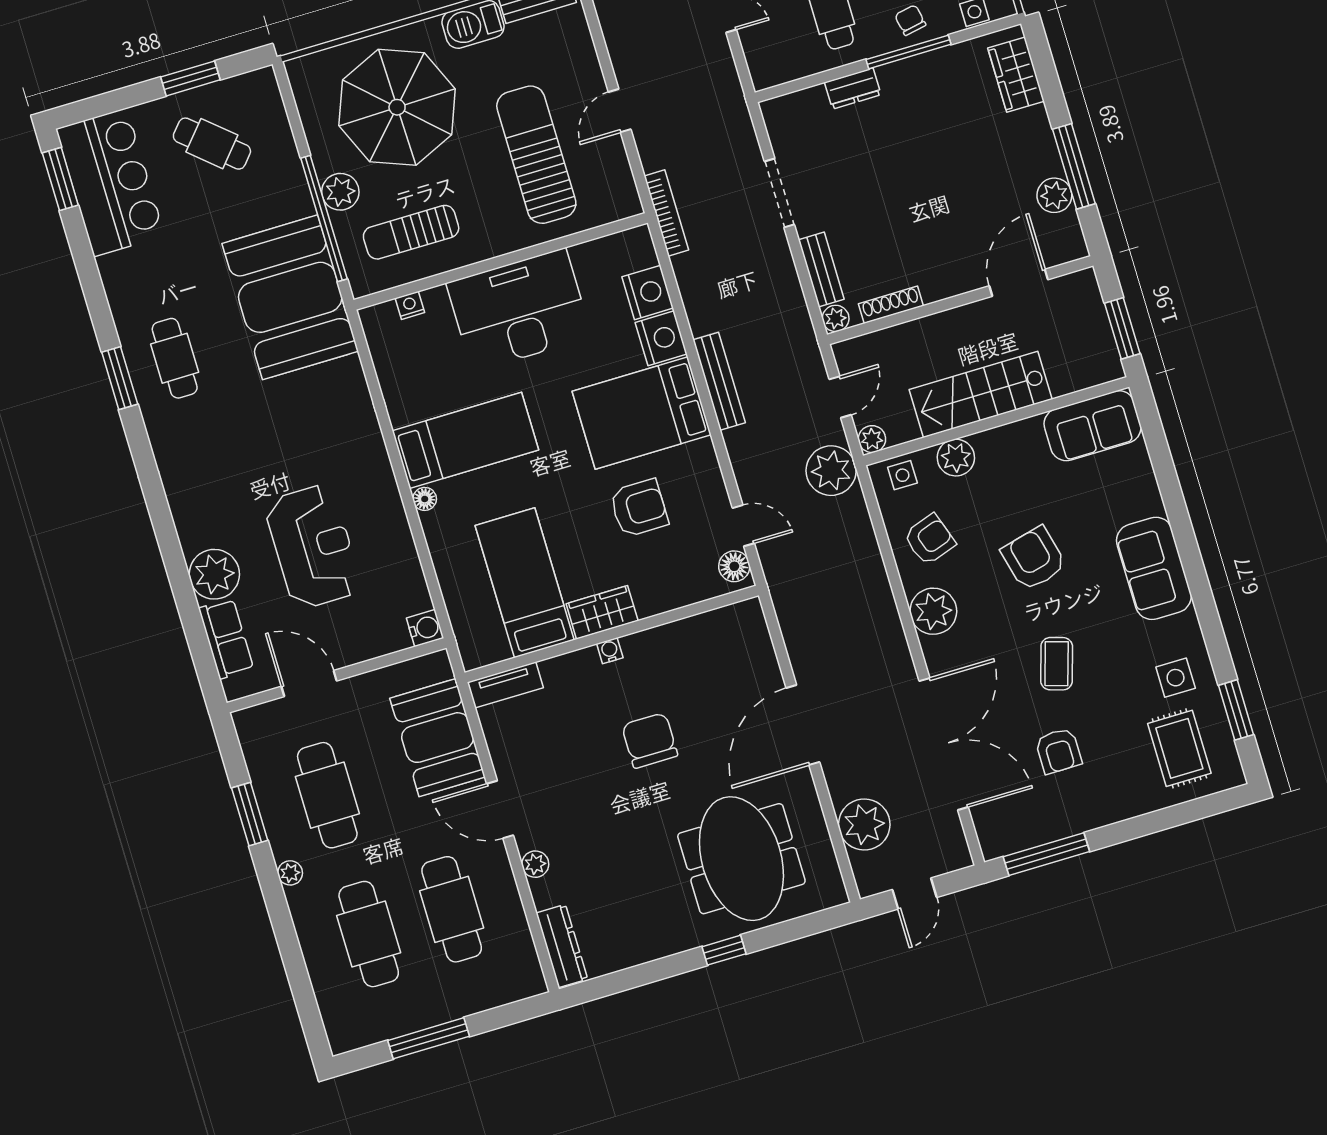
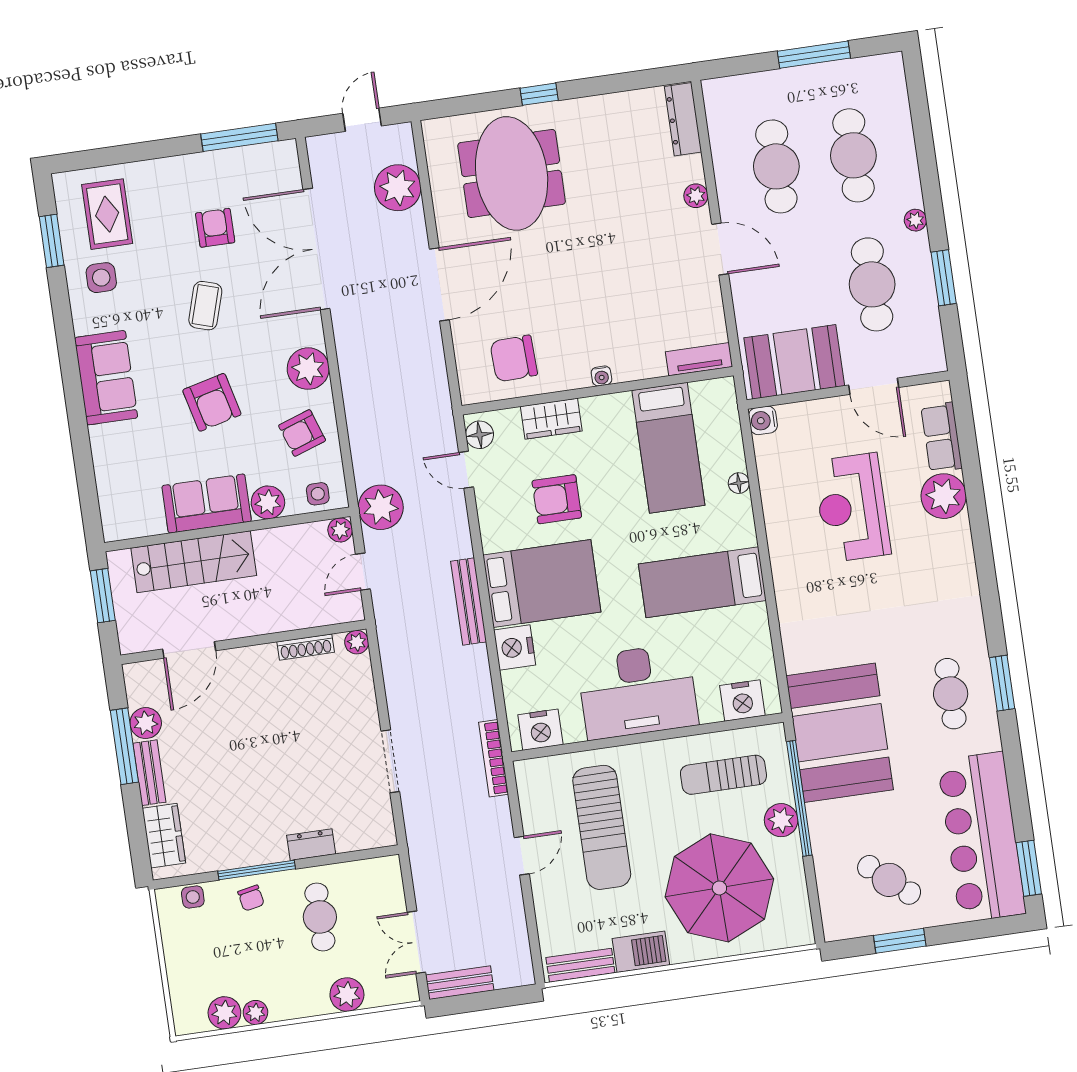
bar counter: (110, 182) -> (982, 837), width x1.36
sun lounger: (411, 232) -> (723, 775), turned 180
bench: (821, 269) -> (149, 773), moved
nightstand: (648, 292) -> (540, 730), moved, turned -90
nightstand: (410, 305) -> (742, 700), width x1.89, depth x1.79
stairs: (981, 394) -> (194, 562), moved
sofa: (1093, 426) -> (207, 504), moved
floor lamp: (425, 499) -> (739, 483), moved
wardrobe: (602, 612) -> (551, 419), moved
booth: (438, 738) -> (794, 362), moved, turned 90
chair: (650, 740) -> (514, 358), moved, turned 88

